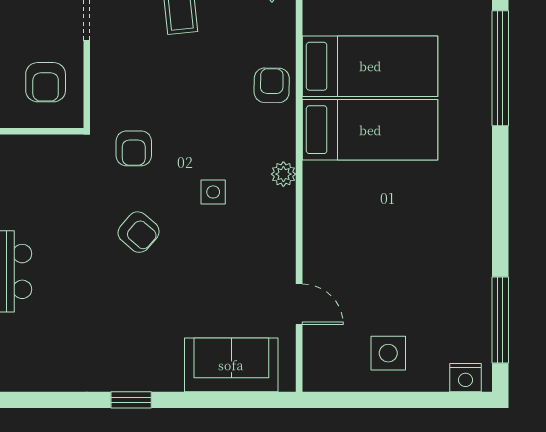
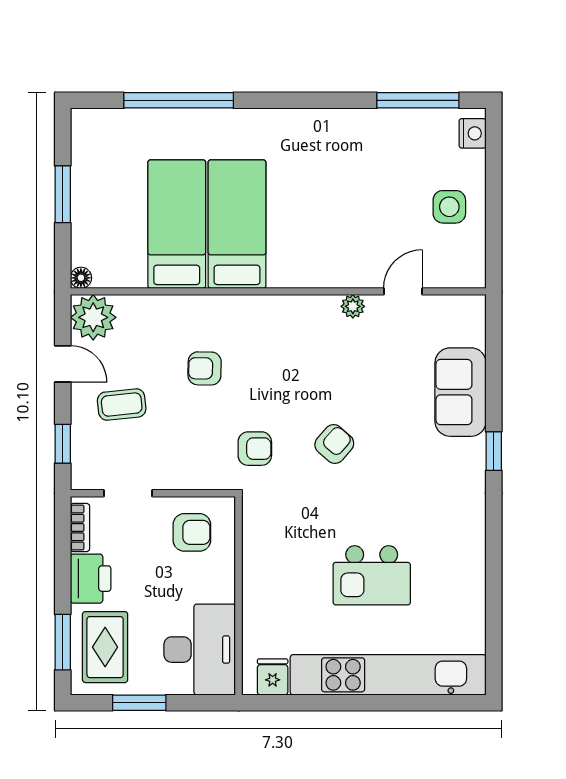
armchair: (272, 85) -> (205, 368), moved
plant: (283, 174) -> (353, 306), moved
side table: (213, 192) -> (296, 373), removed
sofa: (231, 365) -> (461, 392), moved

